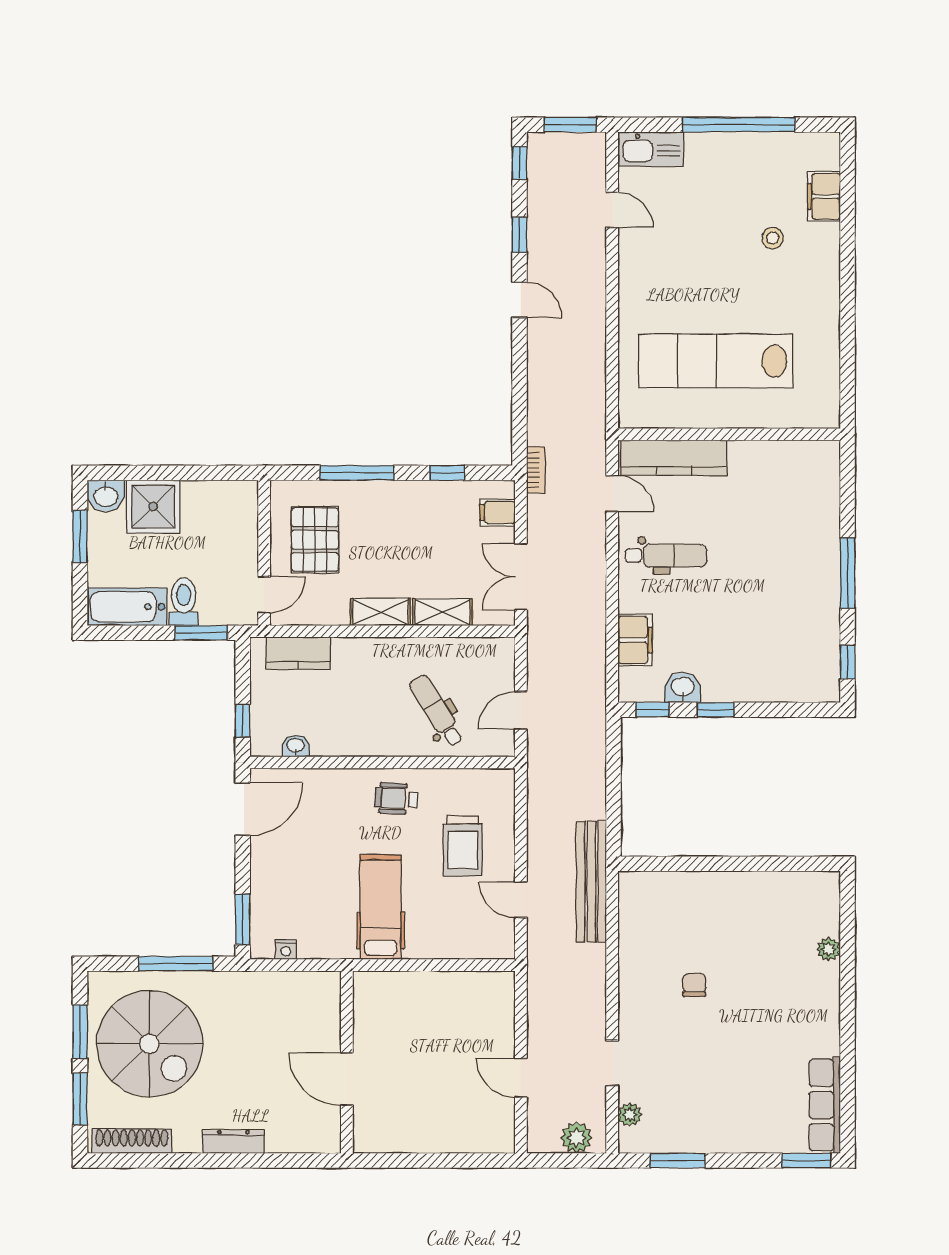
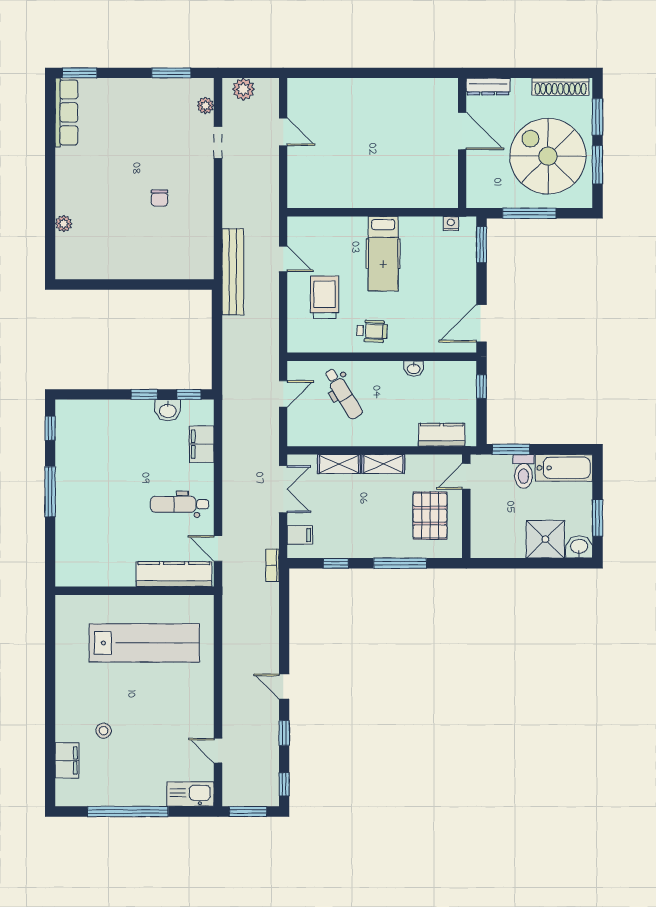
washbasin: (296, 746) -> (414, 369), moved
wall: (347, 1062) -> (462, 143), moved
door: (347, 1079) -> (462, 131), moved

